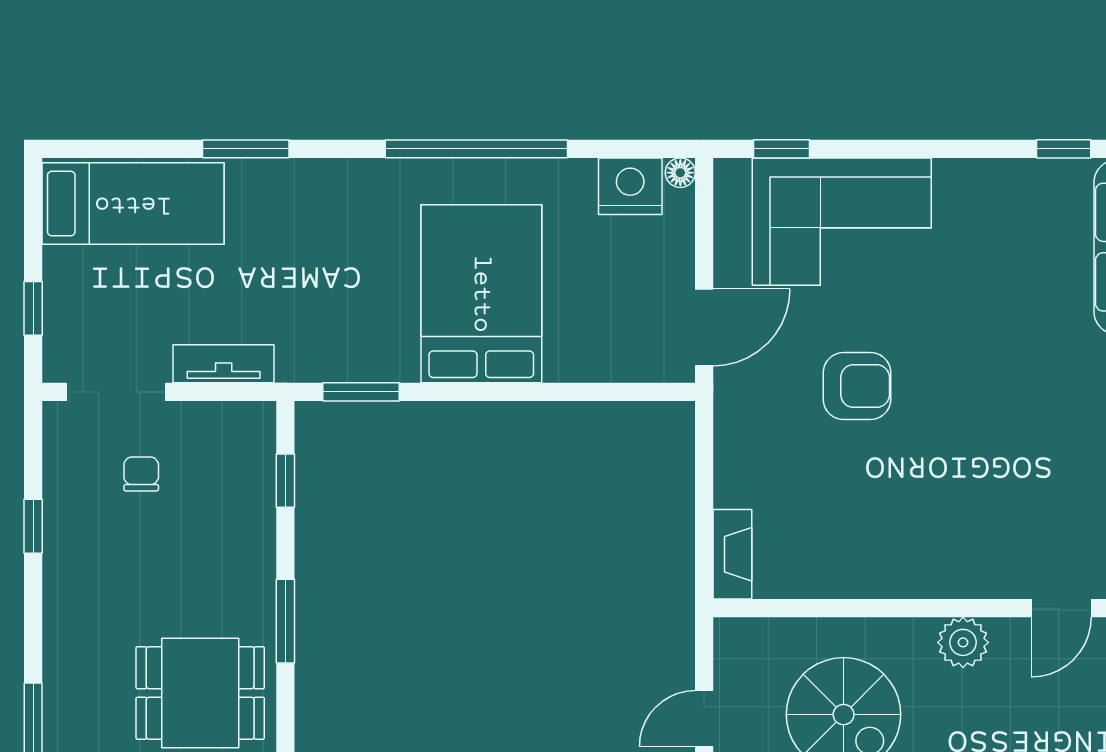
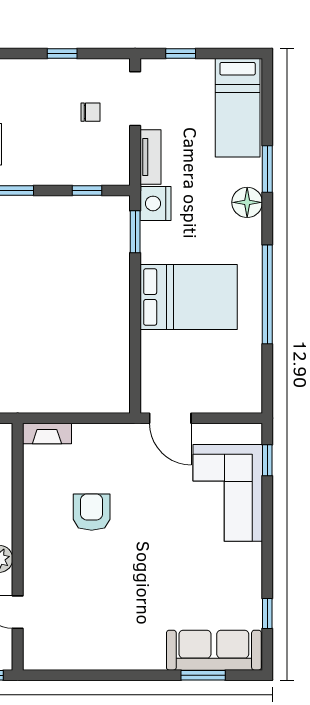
floor lamp: (680, 173) -> (247, 202), moved, width x1.89, depth x1.89
nightstand: (630, 186) -> (155, 203), moved, turned 180
armchair: (857, 386) -> (92, 512), moved, turned 180

